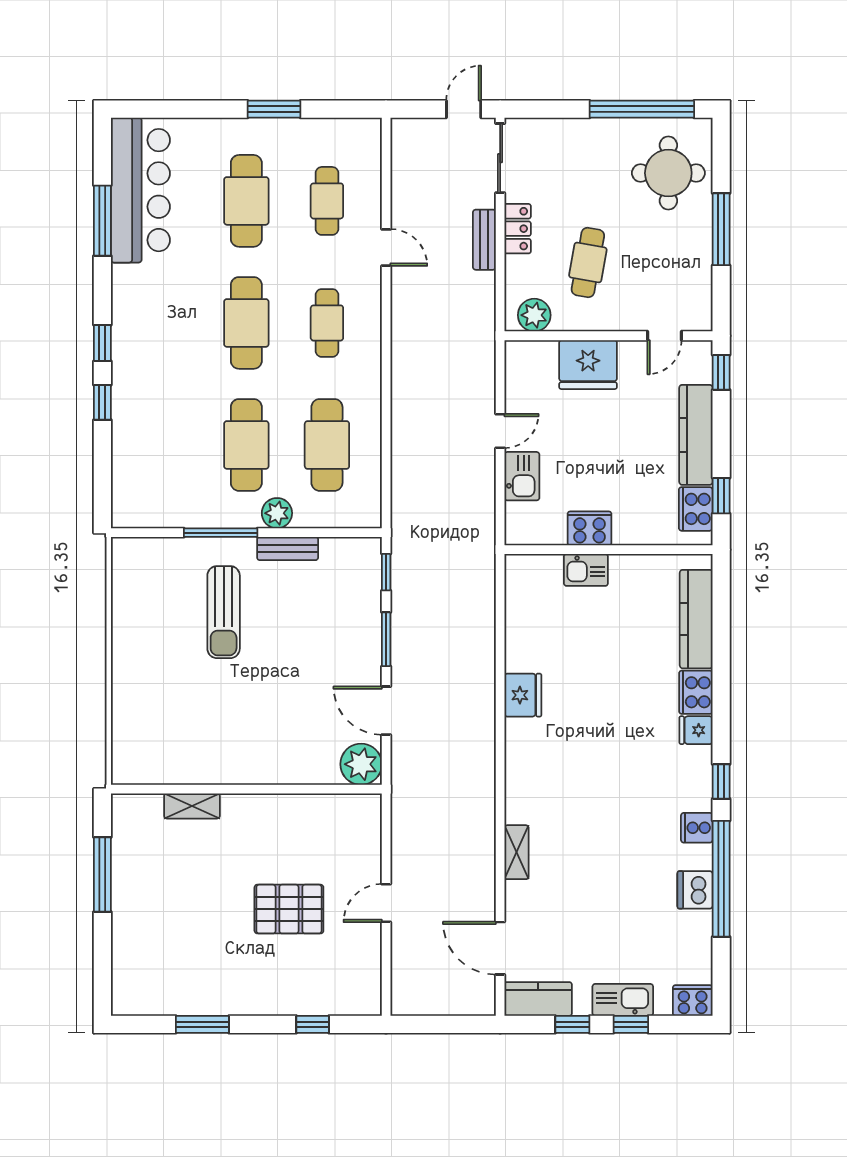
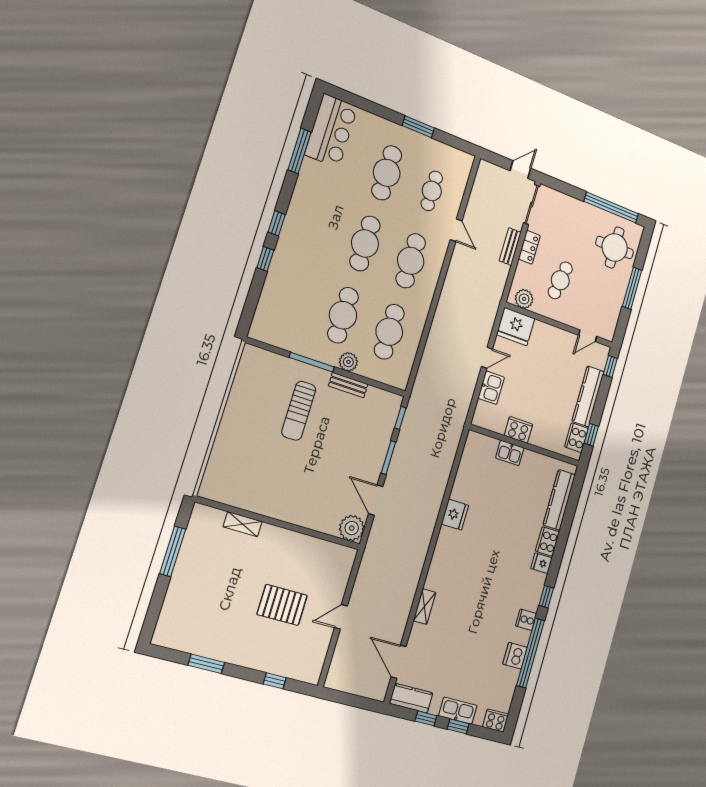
bar counter: (140, 190) -> (331, 131), width x0.73
cafe table: (327, 323) -> (411, 261), width x1.37, depth x1.35
fridge: (588, 365) -> (516, 327), moved

